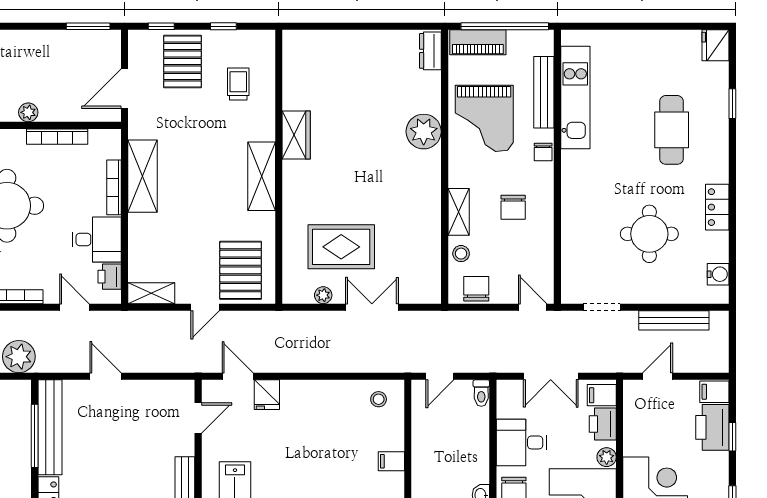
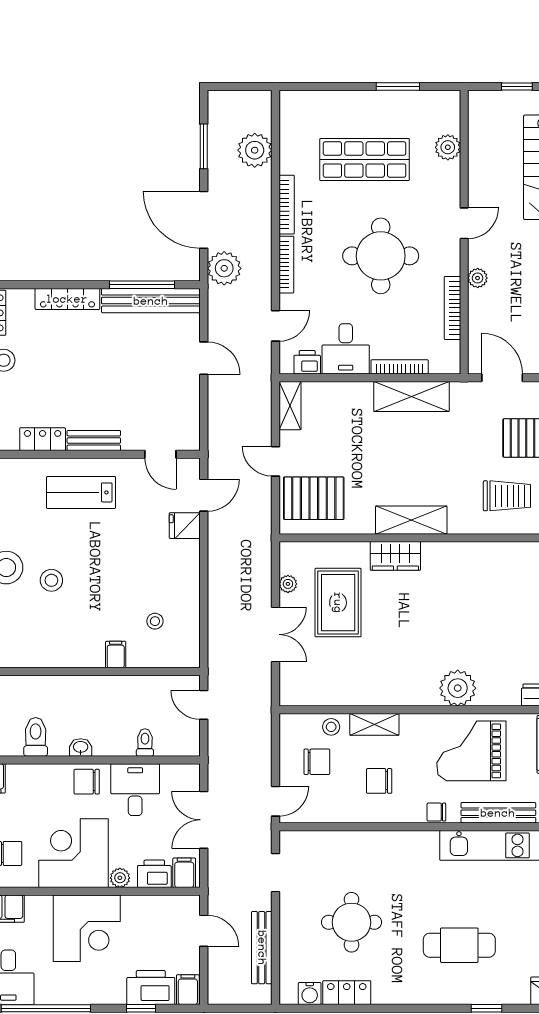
trolley: (238, 84) -> (507, 496), width x1.36, depth x1.39
wardrobe: (296, 135) -> (395, 556), moved
locker: (717, 207) -> (347, 993), moved
chair: (476, 289) -> (317, 762), moved
door: (105, 376) -> (204, 358), hinge flipped
toilet: (481, 393) -> (145, 743), moved, turned 90
stool: (379, 399) -> (155, 621), moved

